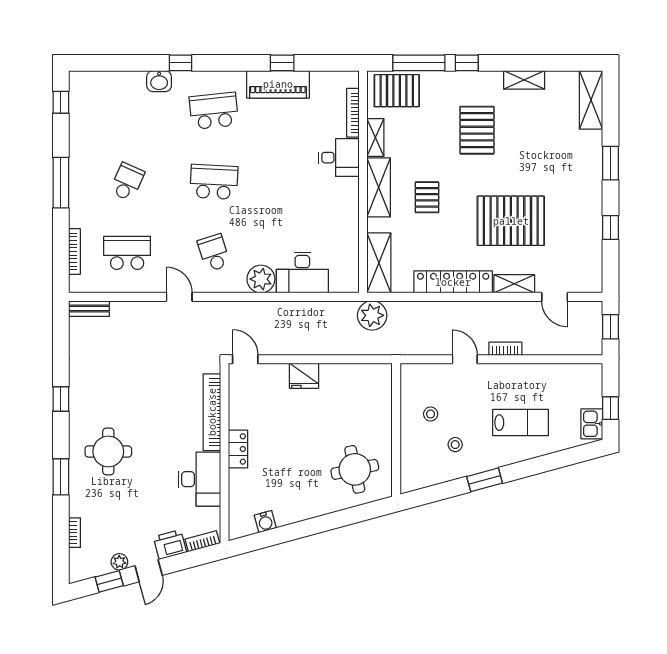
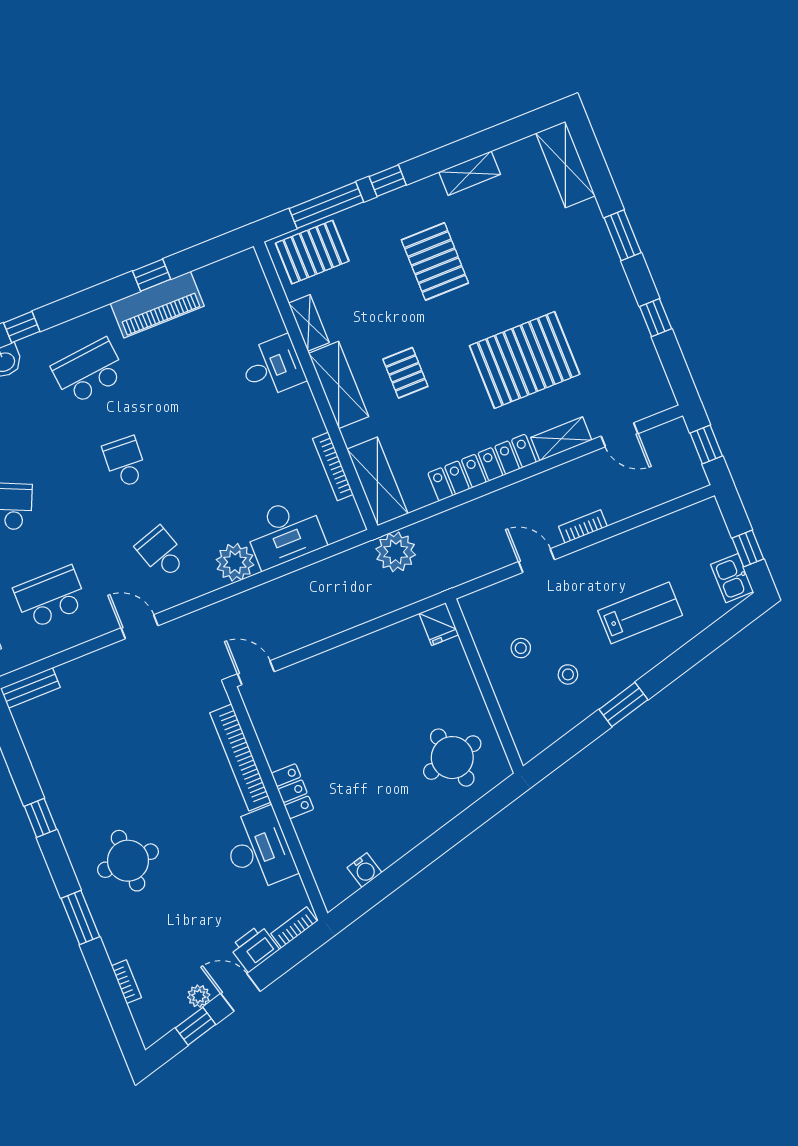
bookcase: (353, 113) -> (333, 466), moved
school desk: (214, 182) -> (125, 462), width x0.54
fridge: (304, 376) -> (439, 624), moved, width x0.72
door: (149, 571) -> (240, 992), swing flipped

